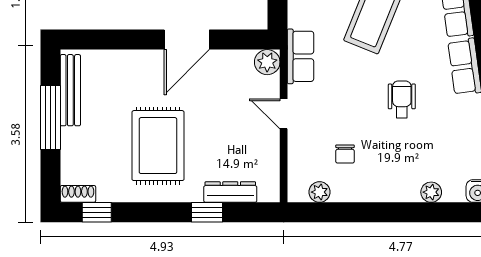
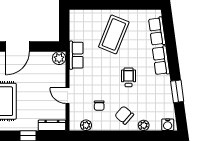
door: (284, 114) -> (67, 96), moved
chair: (394, 172) -> (124, 115), added
dresser: (230, 192) -> (52, 125), moved

